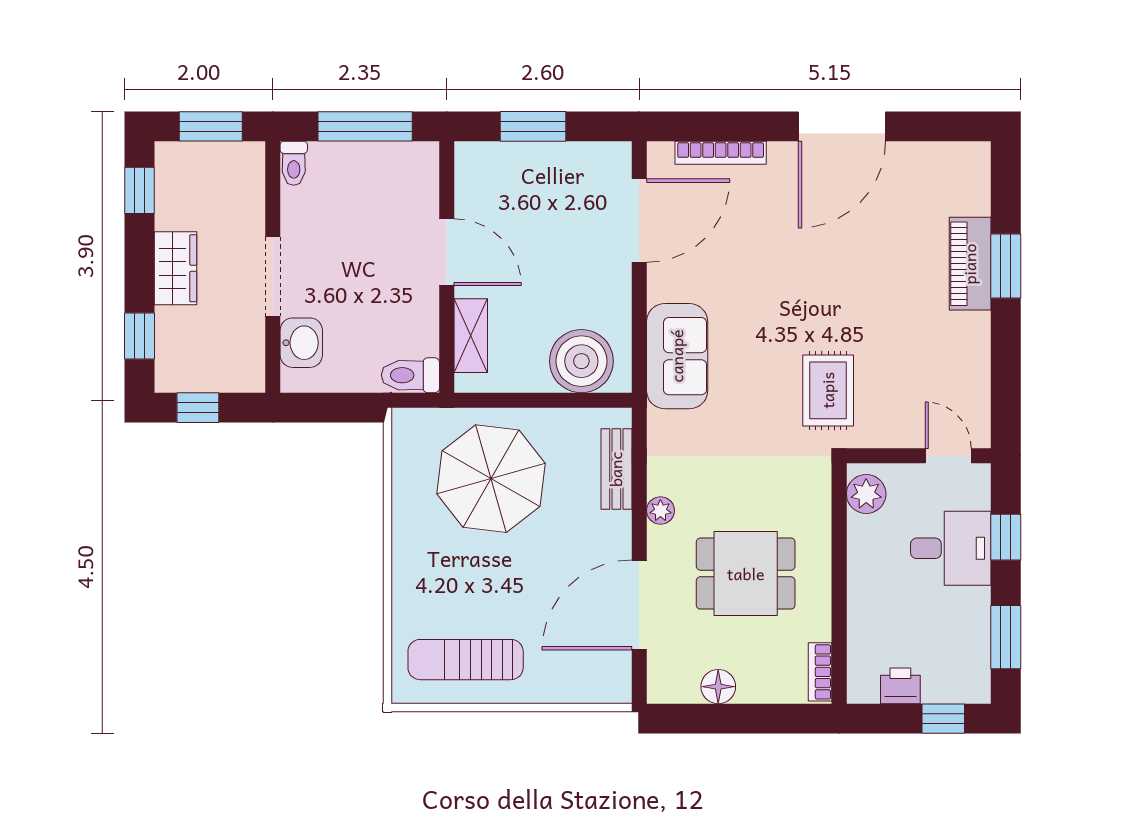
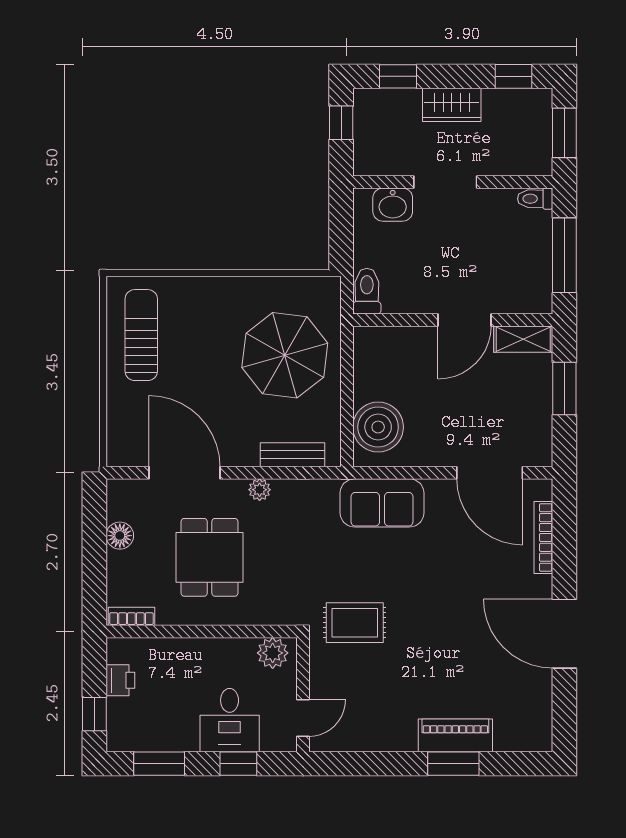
shelving: (471, 336) -> (523, 339), moved

